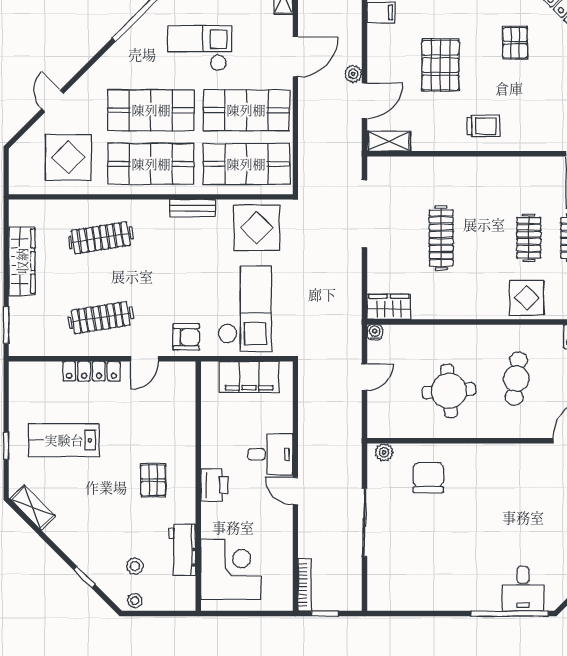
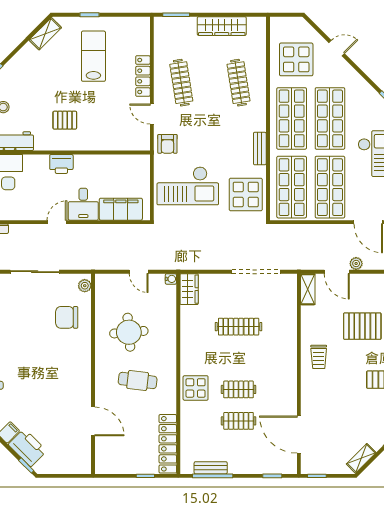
filing cabinet: (249, 377) -> (121, 209), moved, turned 90
chair: (428, 477) -> (67, 317), turned 180

